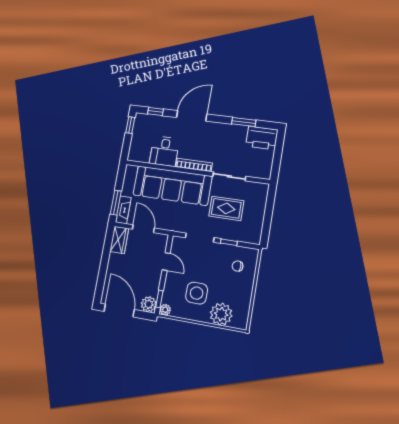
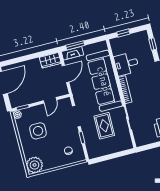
window: (130, 125) -> (123, 33), moved
plant: (149, 304) -> (16, 101), removed
plant: (221, 314) -> (35, 165), moved

